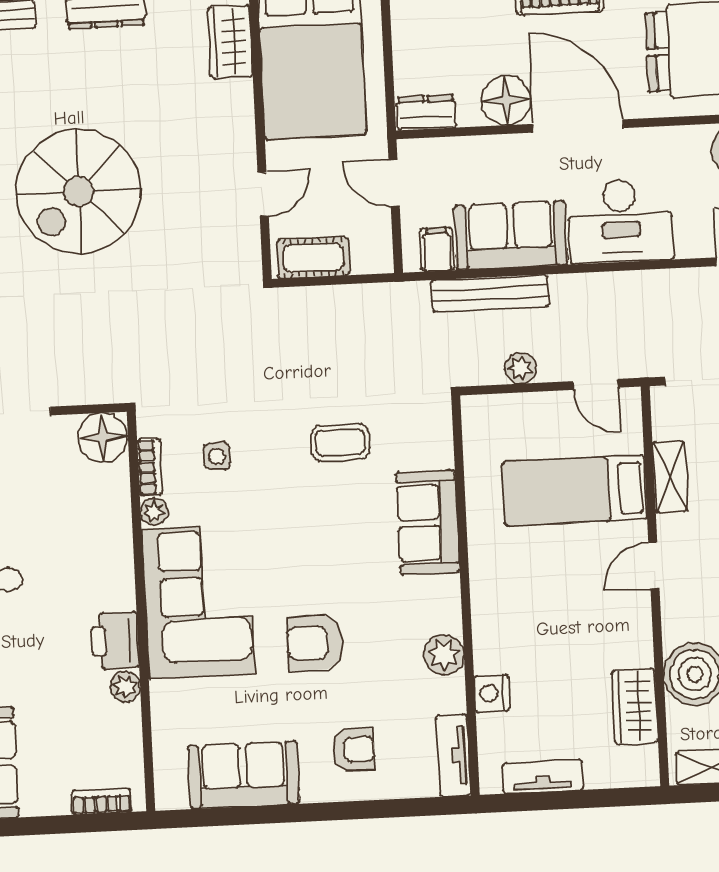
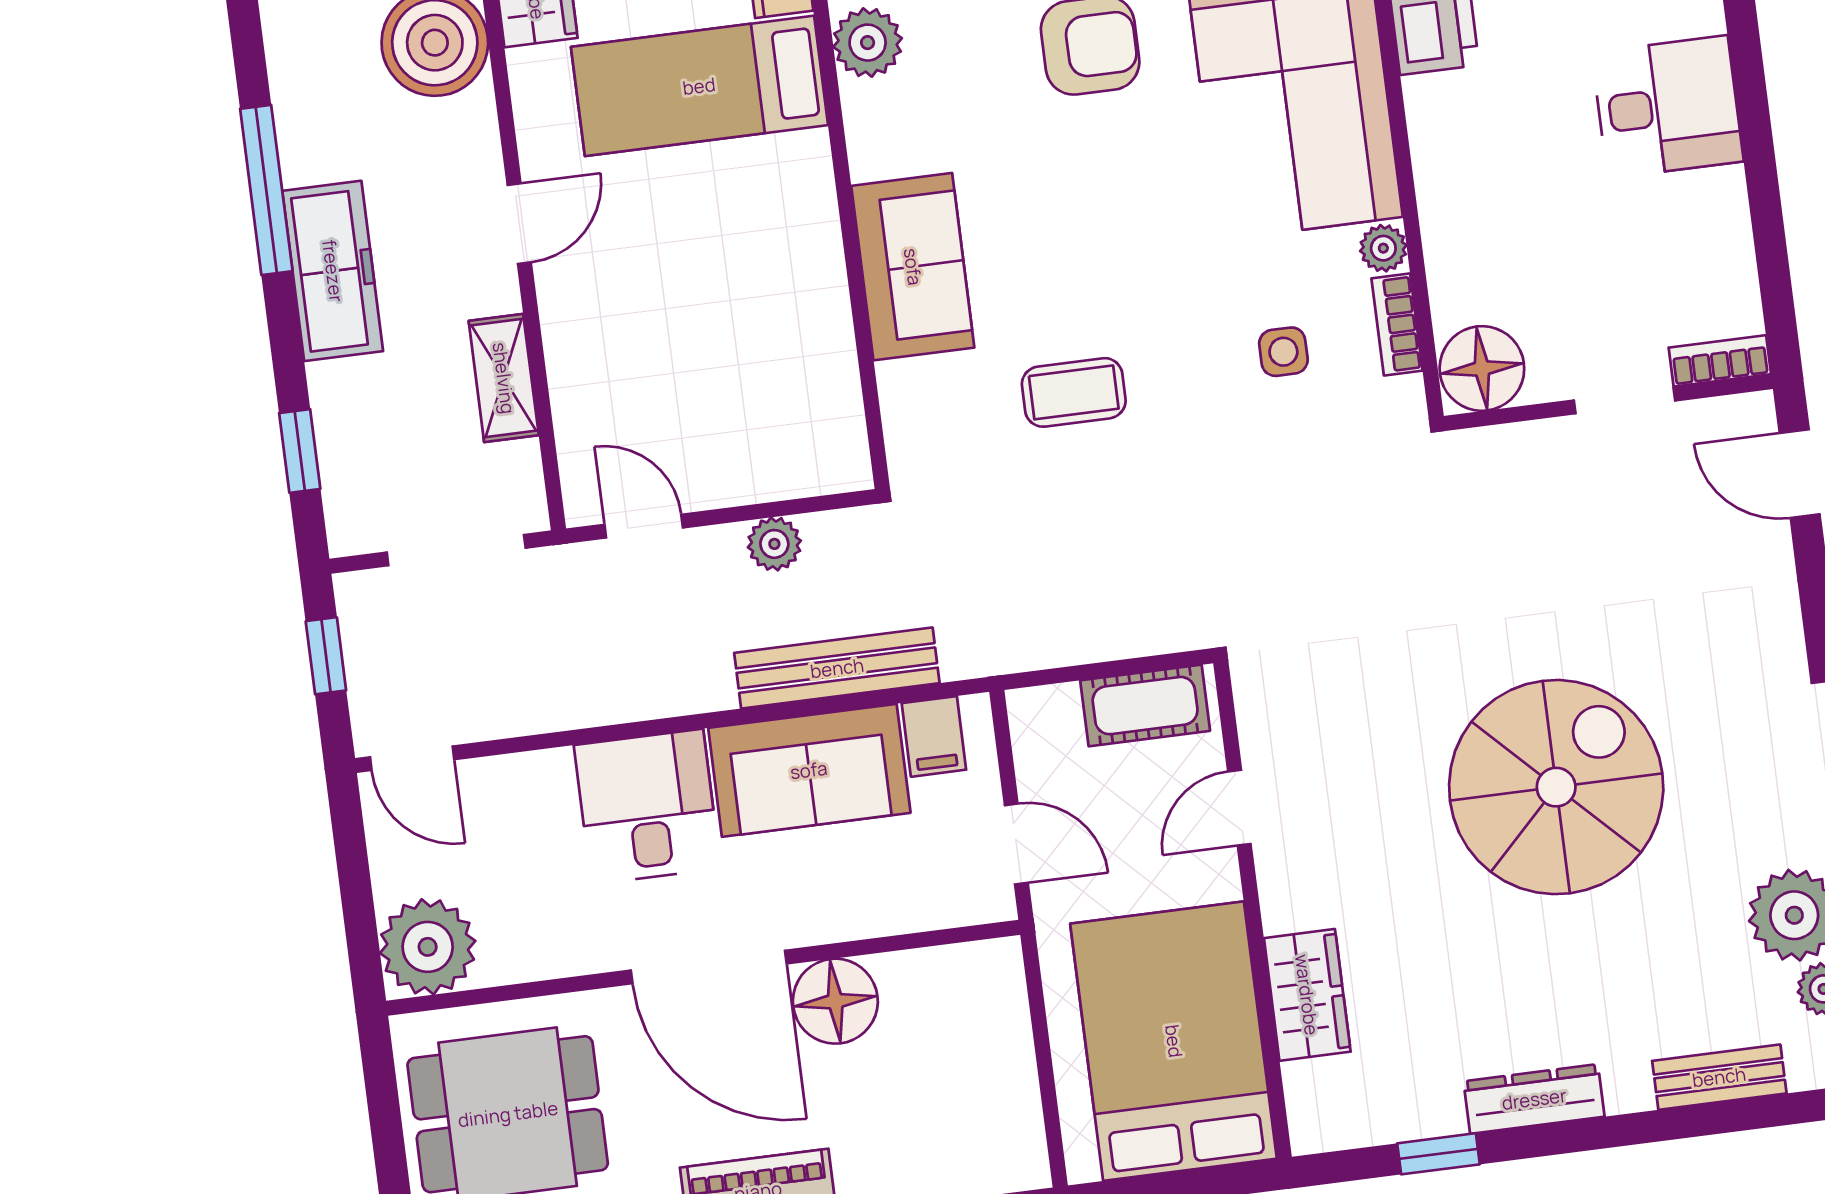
wardrobe: (230, 42) -> (1307, 995), moved
dresser: (426, 112) -> (971, 970), removed
desk: (620, 221) -> (647, 807), width x0.73
bed: (575, 491) -> (699, 86), moved, turned 180

